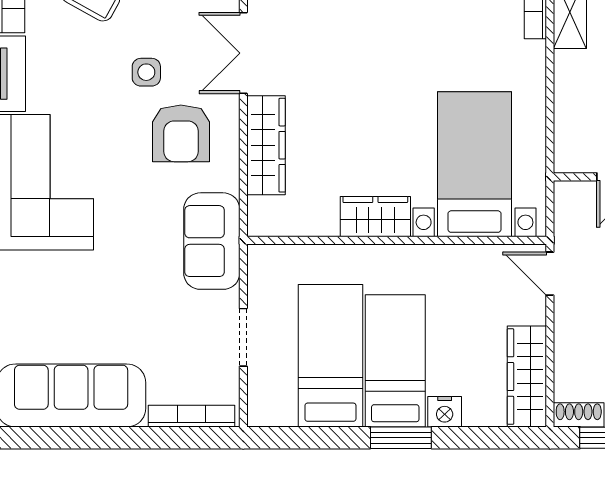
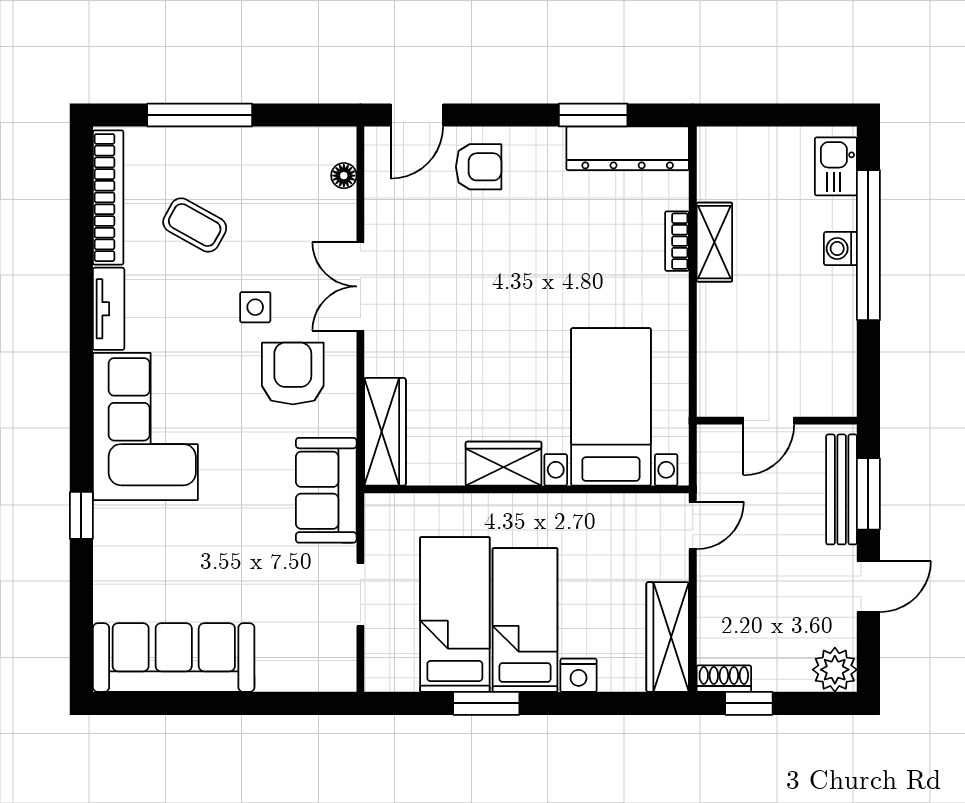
armchair: (181, 133) -> (293, 373), turned 180
wardrobe: (266, 145) -> (385, 432), moved
door: (550, 274) -> (693, 526), swing flipped
bookcase: (191, 416) -> (304, 680), removed
window: (401, 438) -> (486, 703), moved

